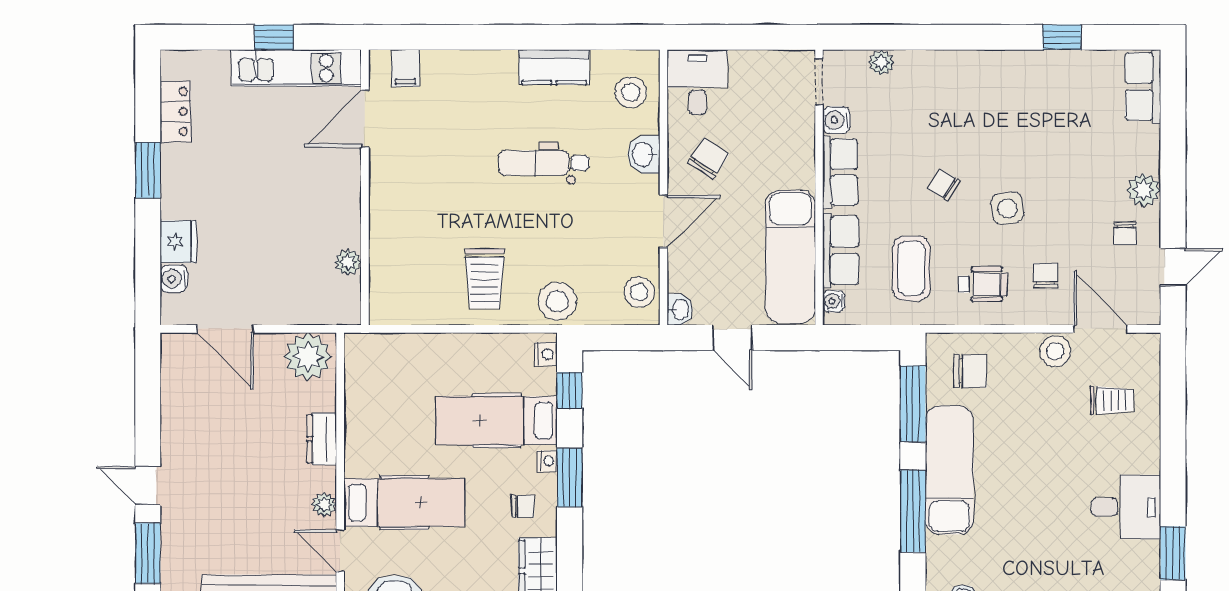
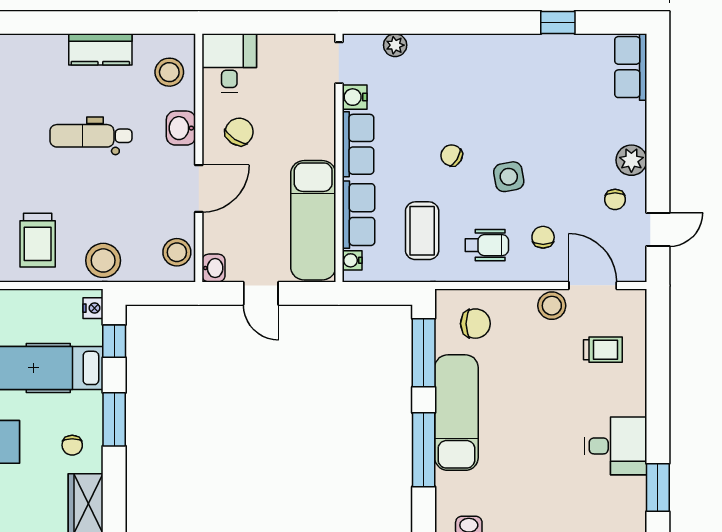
nightstand: (547, 461) -> (94, 404), removed
chair: (523, 506) -> (72, 445), turned 90

